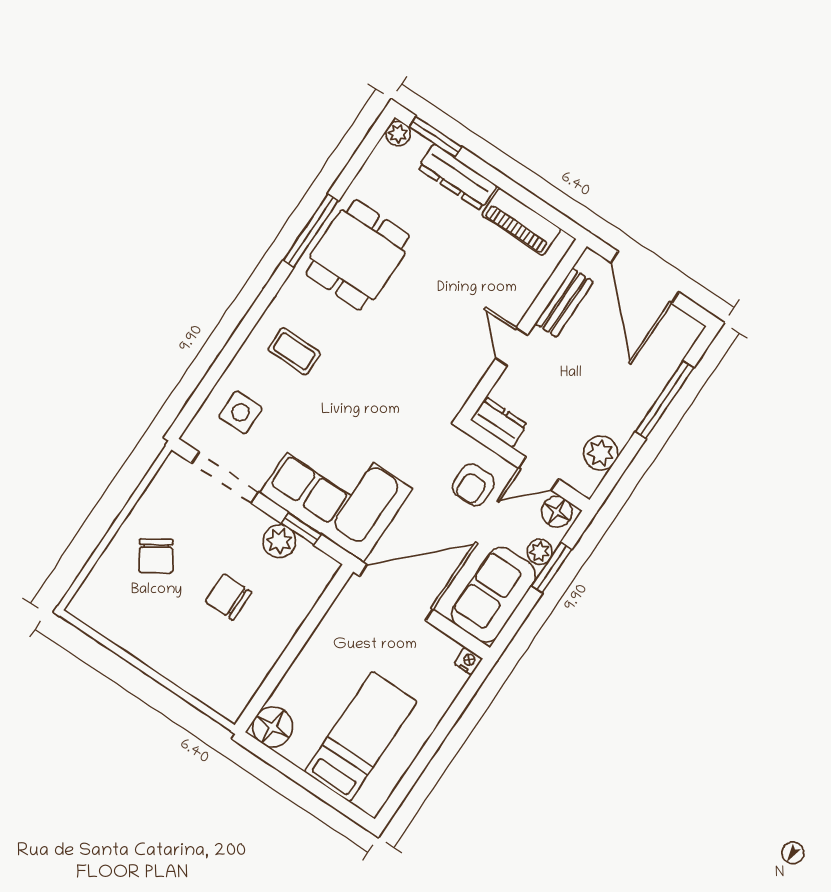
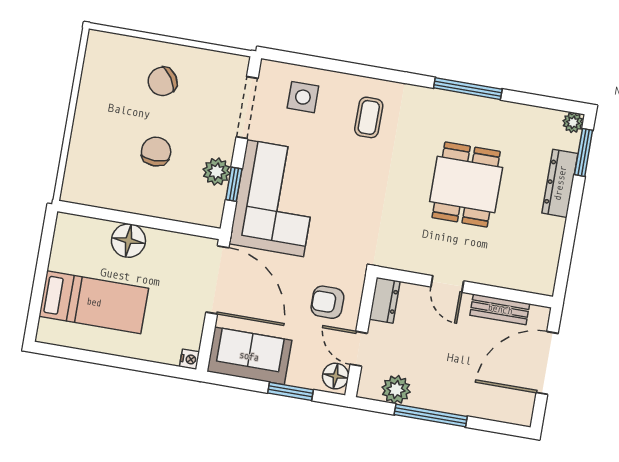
piano: (521, 222) -> (547, 248), removed
dining table: (358, 255) -> (466, 185), moved, turned 90
door: (512, 347) -> (447, 284), swing flipped
window: (664, 400) -> (431, 416), moved
plant: (540, 552) -> (299, 377), removed
floor lamp: (273, 727) -> (128, 241), moved

